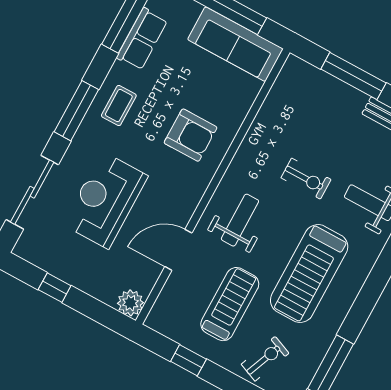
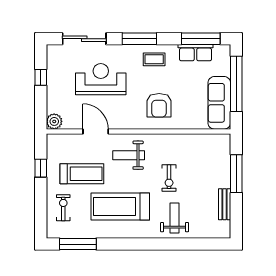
weight bench: (240, 220) -> (129, 155), turned 180
exercise bike: (265, 359) -> (63, 208), turned -112

